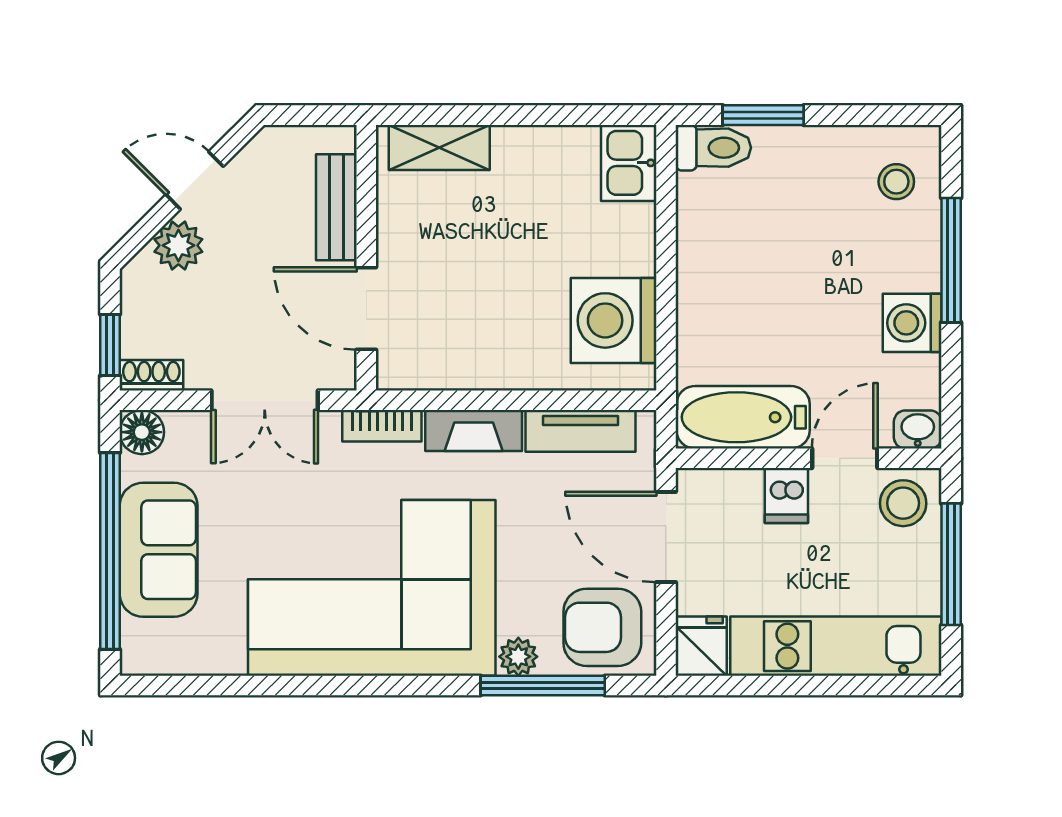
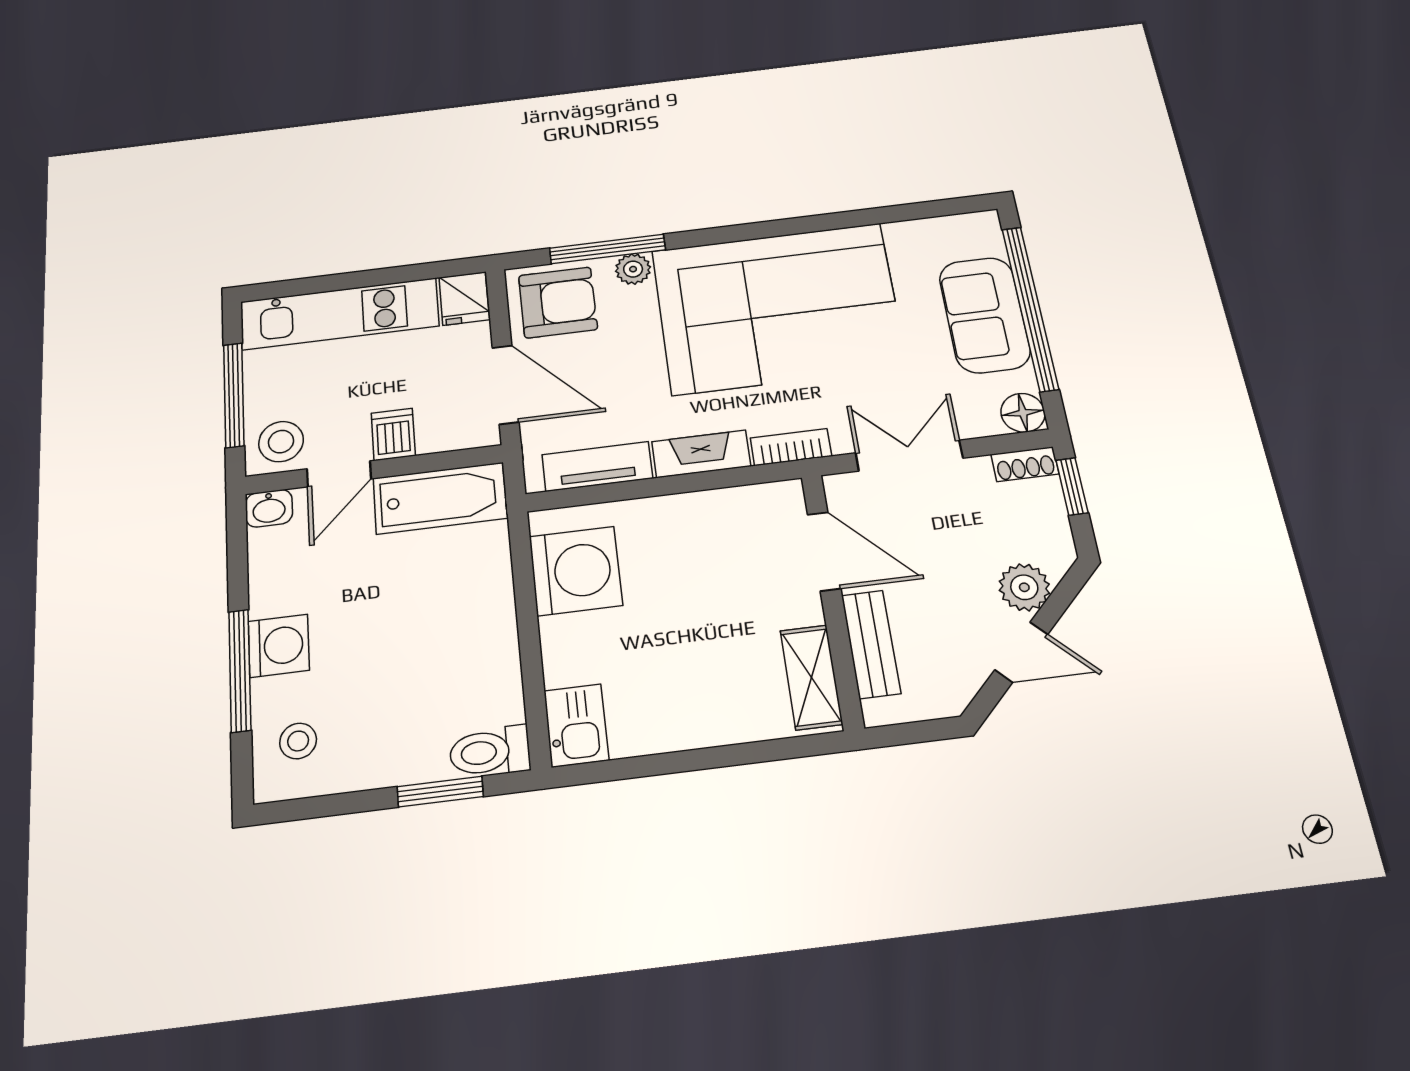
shelving: (439, 147) -> (811, 677), moved, turned 90
washing machine: (912, 323) -> (279, 646), moved

